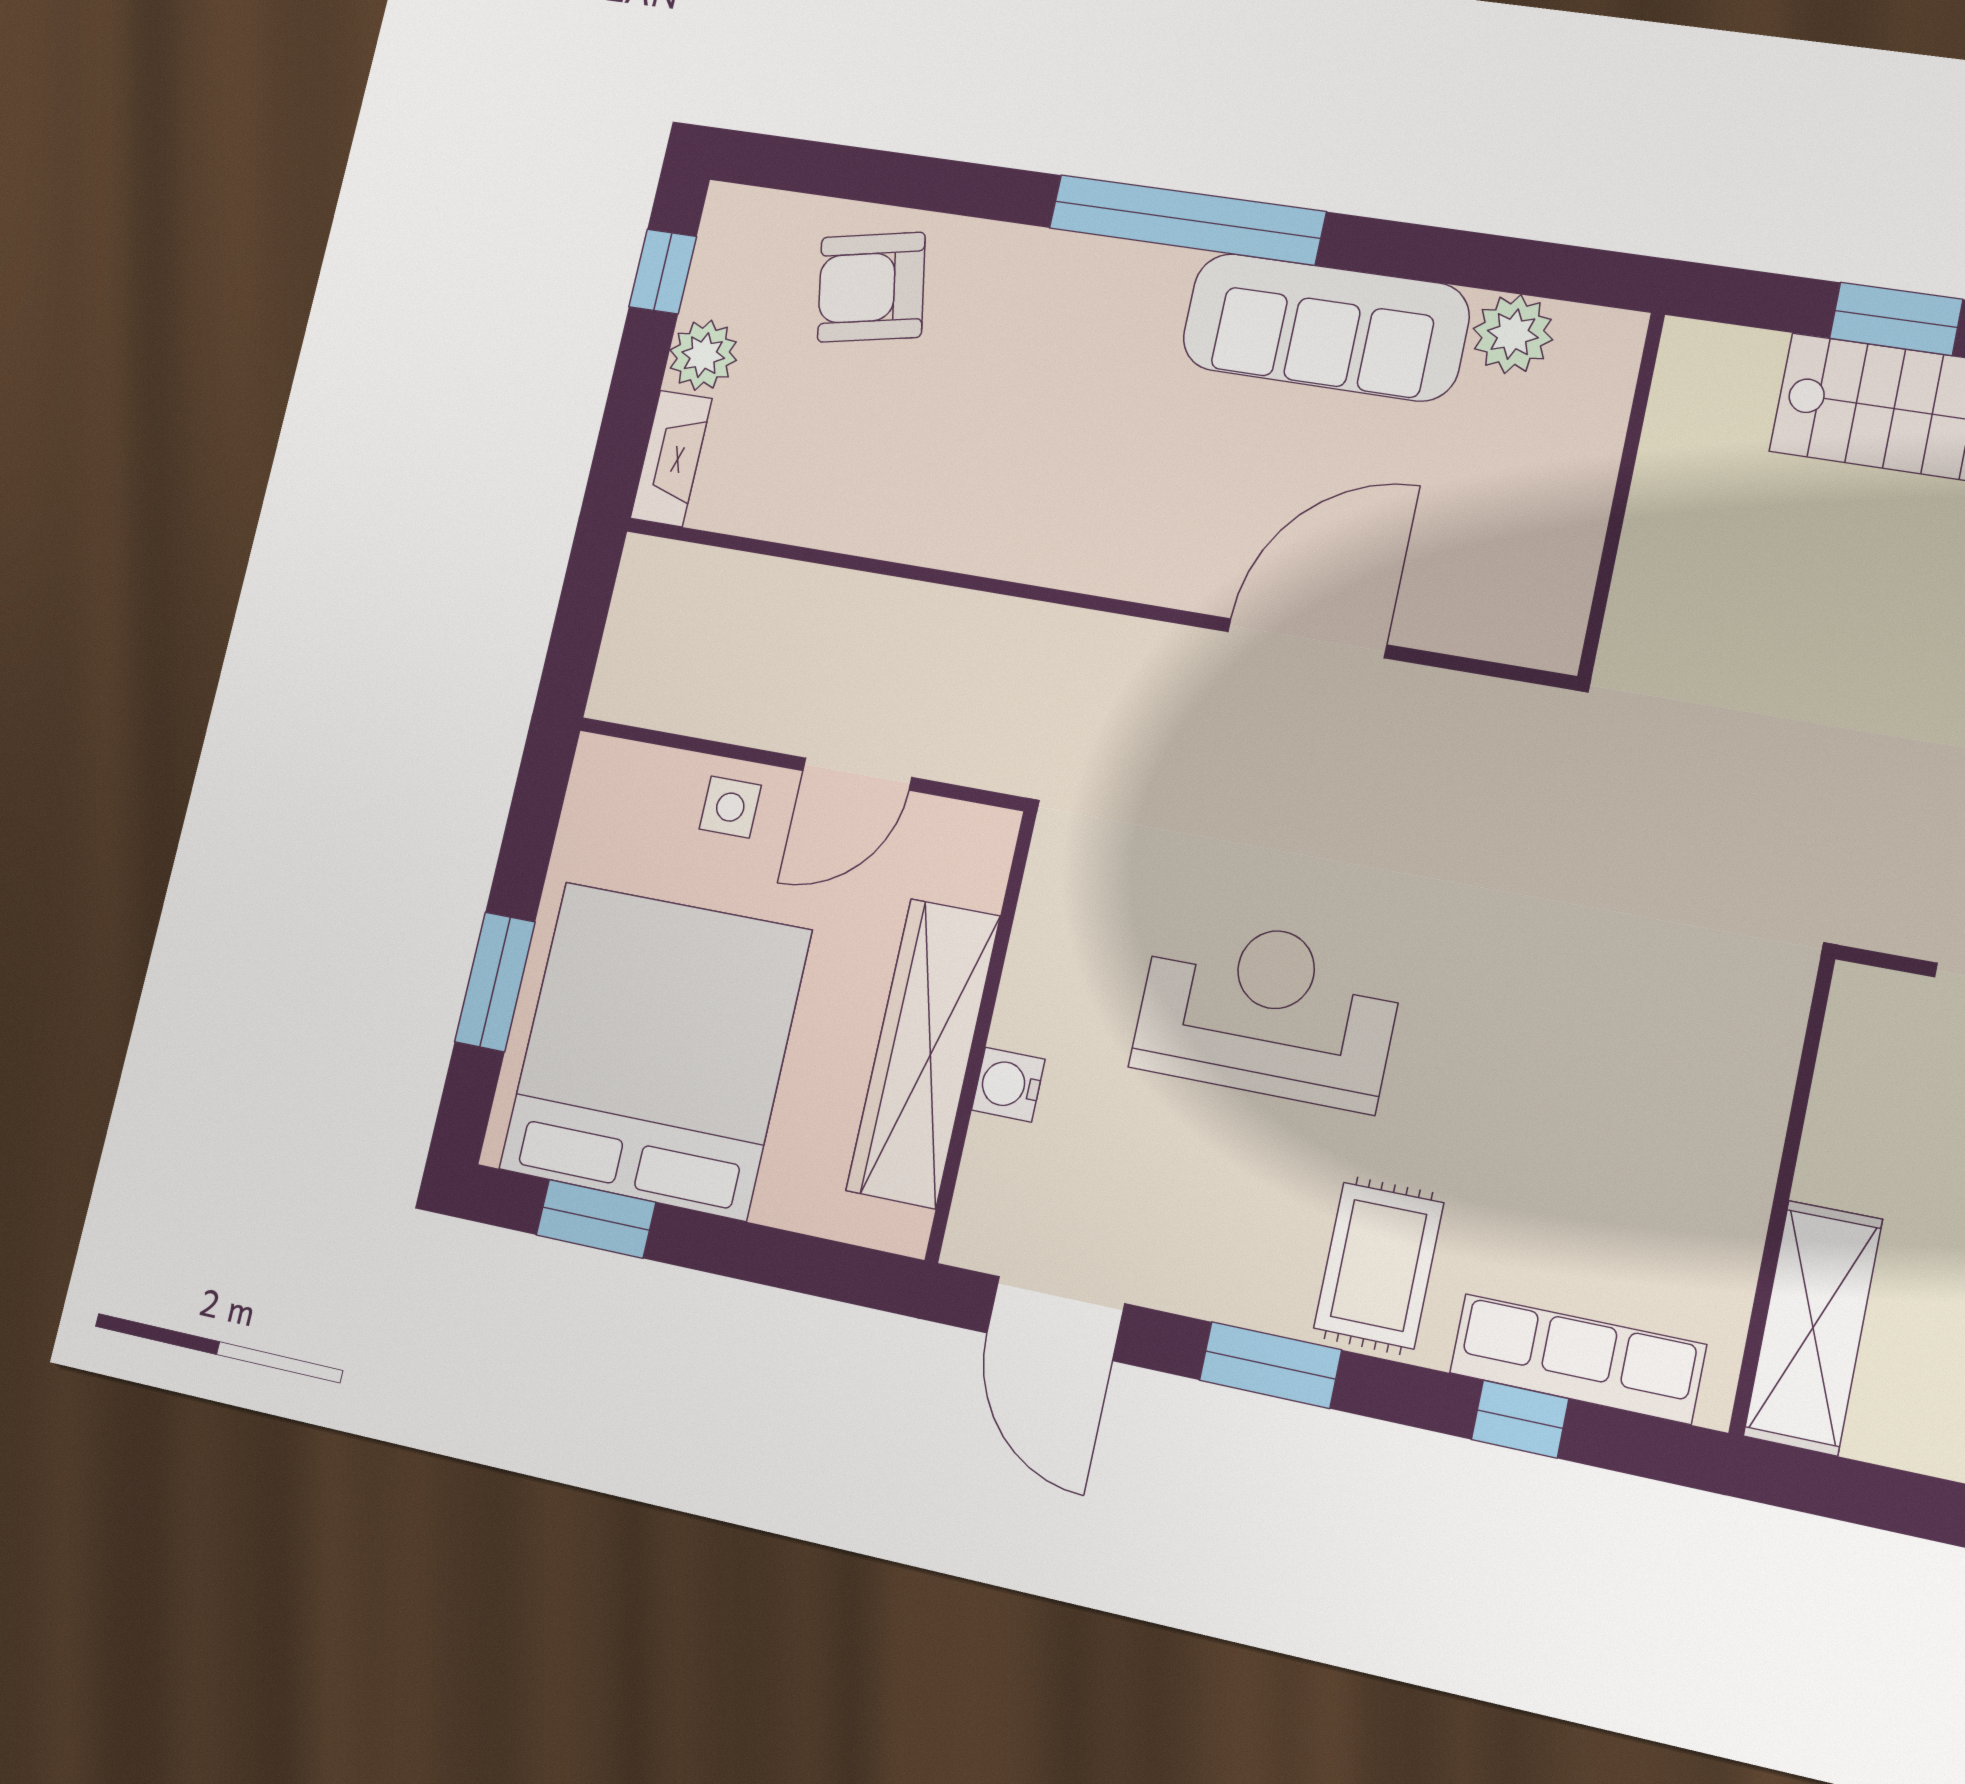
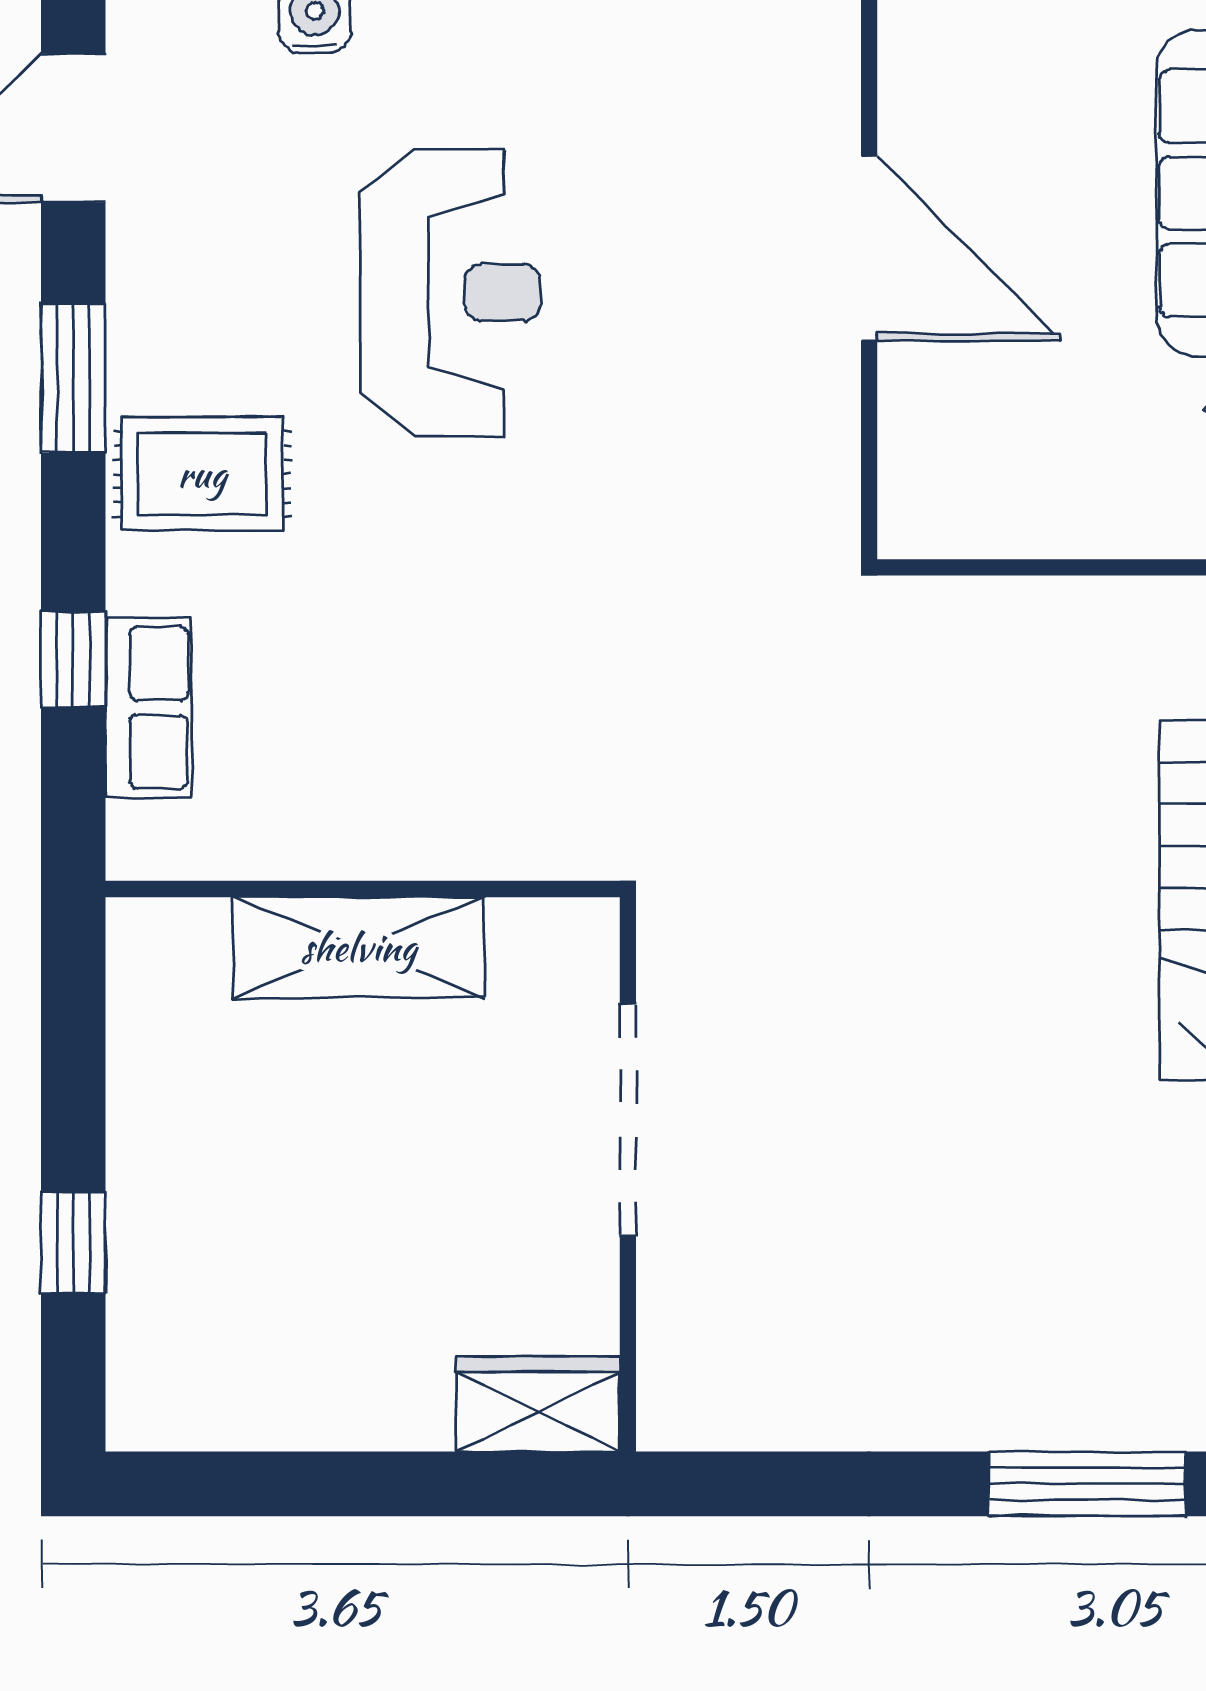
shelving: (1813, 1328) -> (359, 947), moved
row of seats: (1577, 1359) -> (148, 708), width x0.68

